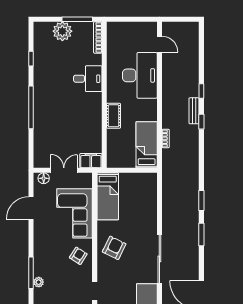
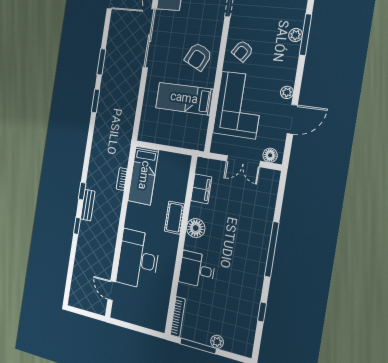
plant: (62, 31) -> (217, 342), width x0.53, depth x0.53
floor lamp: (94, 111) -> (196, 228), added
filing cabinet: (91, 161) -> (201, 189), moved, turned -90
bed: (108, 196) -> (184, 99), moved, turned -90
plant: (38, 228) -> (287, 92), added
plant: (39, 282) -> (296, 35), moved

